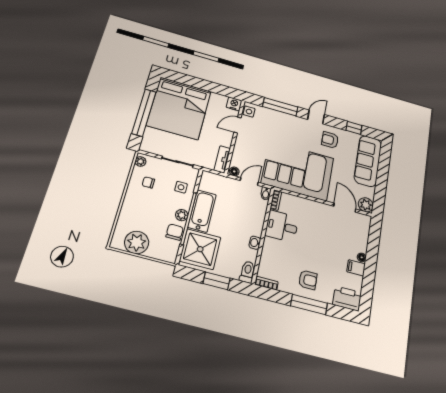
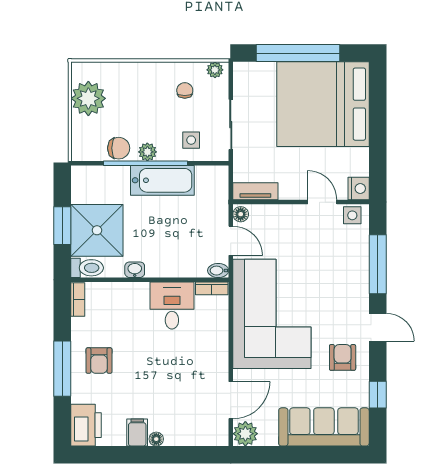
shower: (200, 249) -> (97, 230), moved

